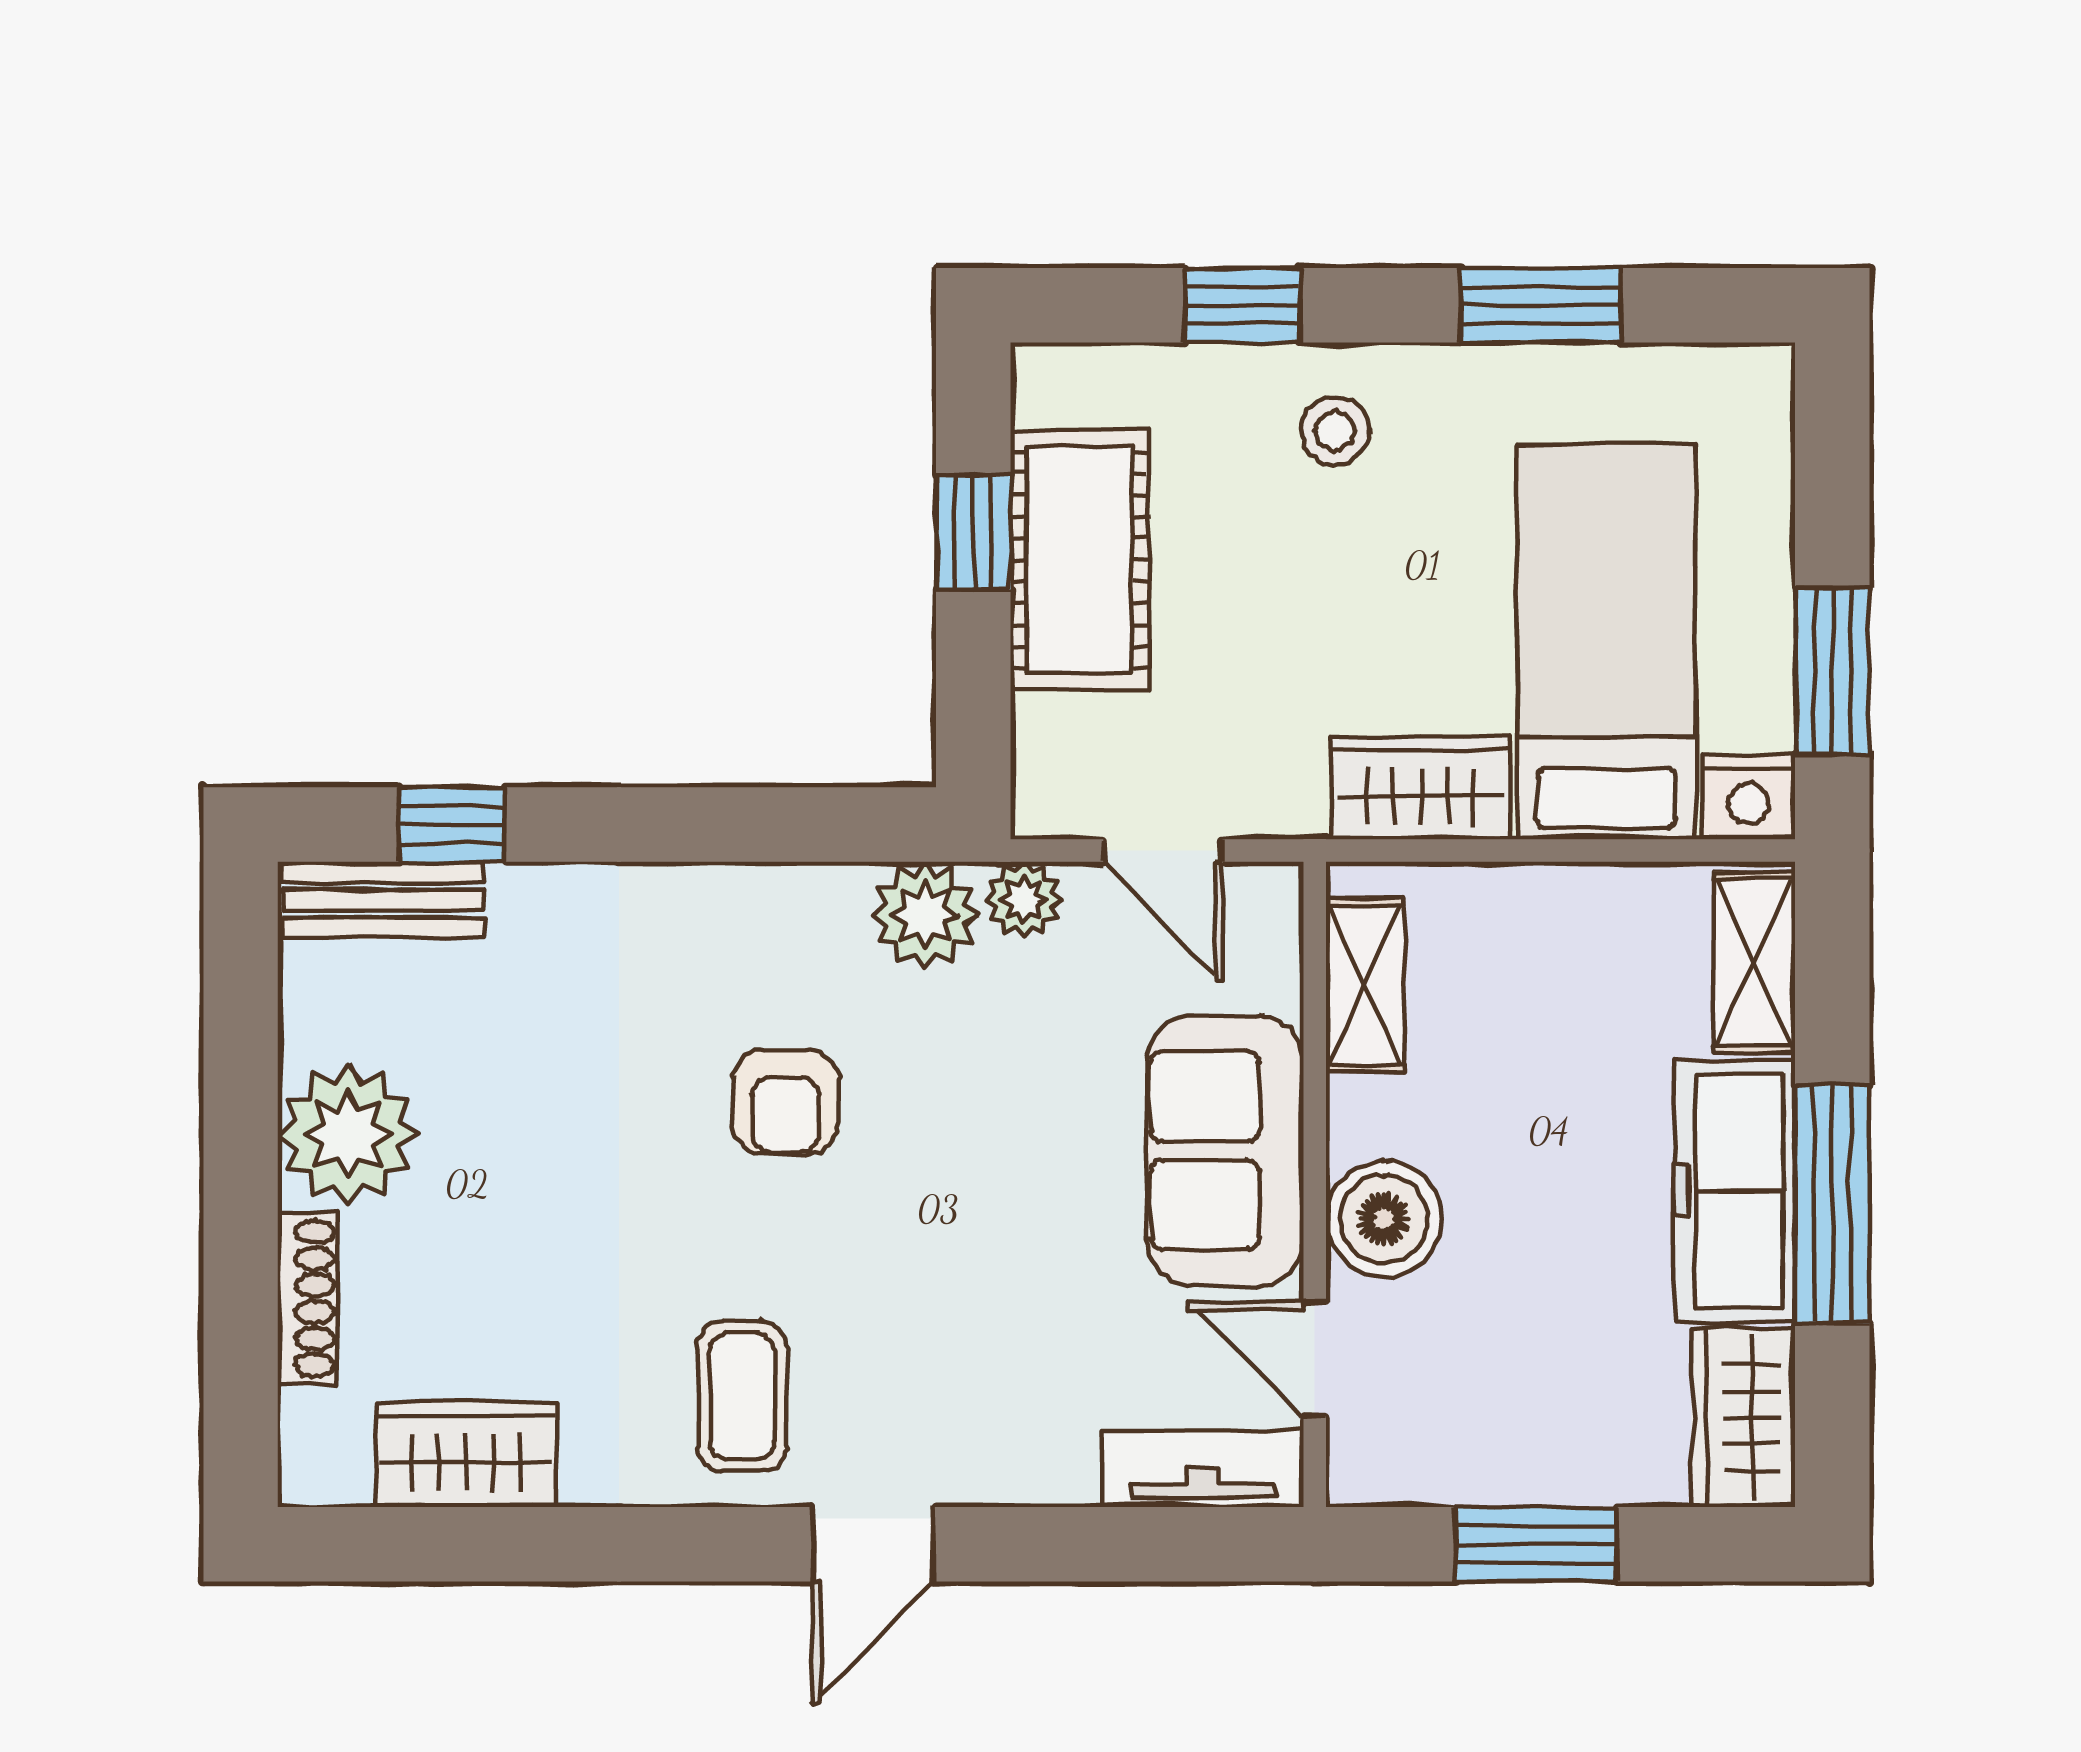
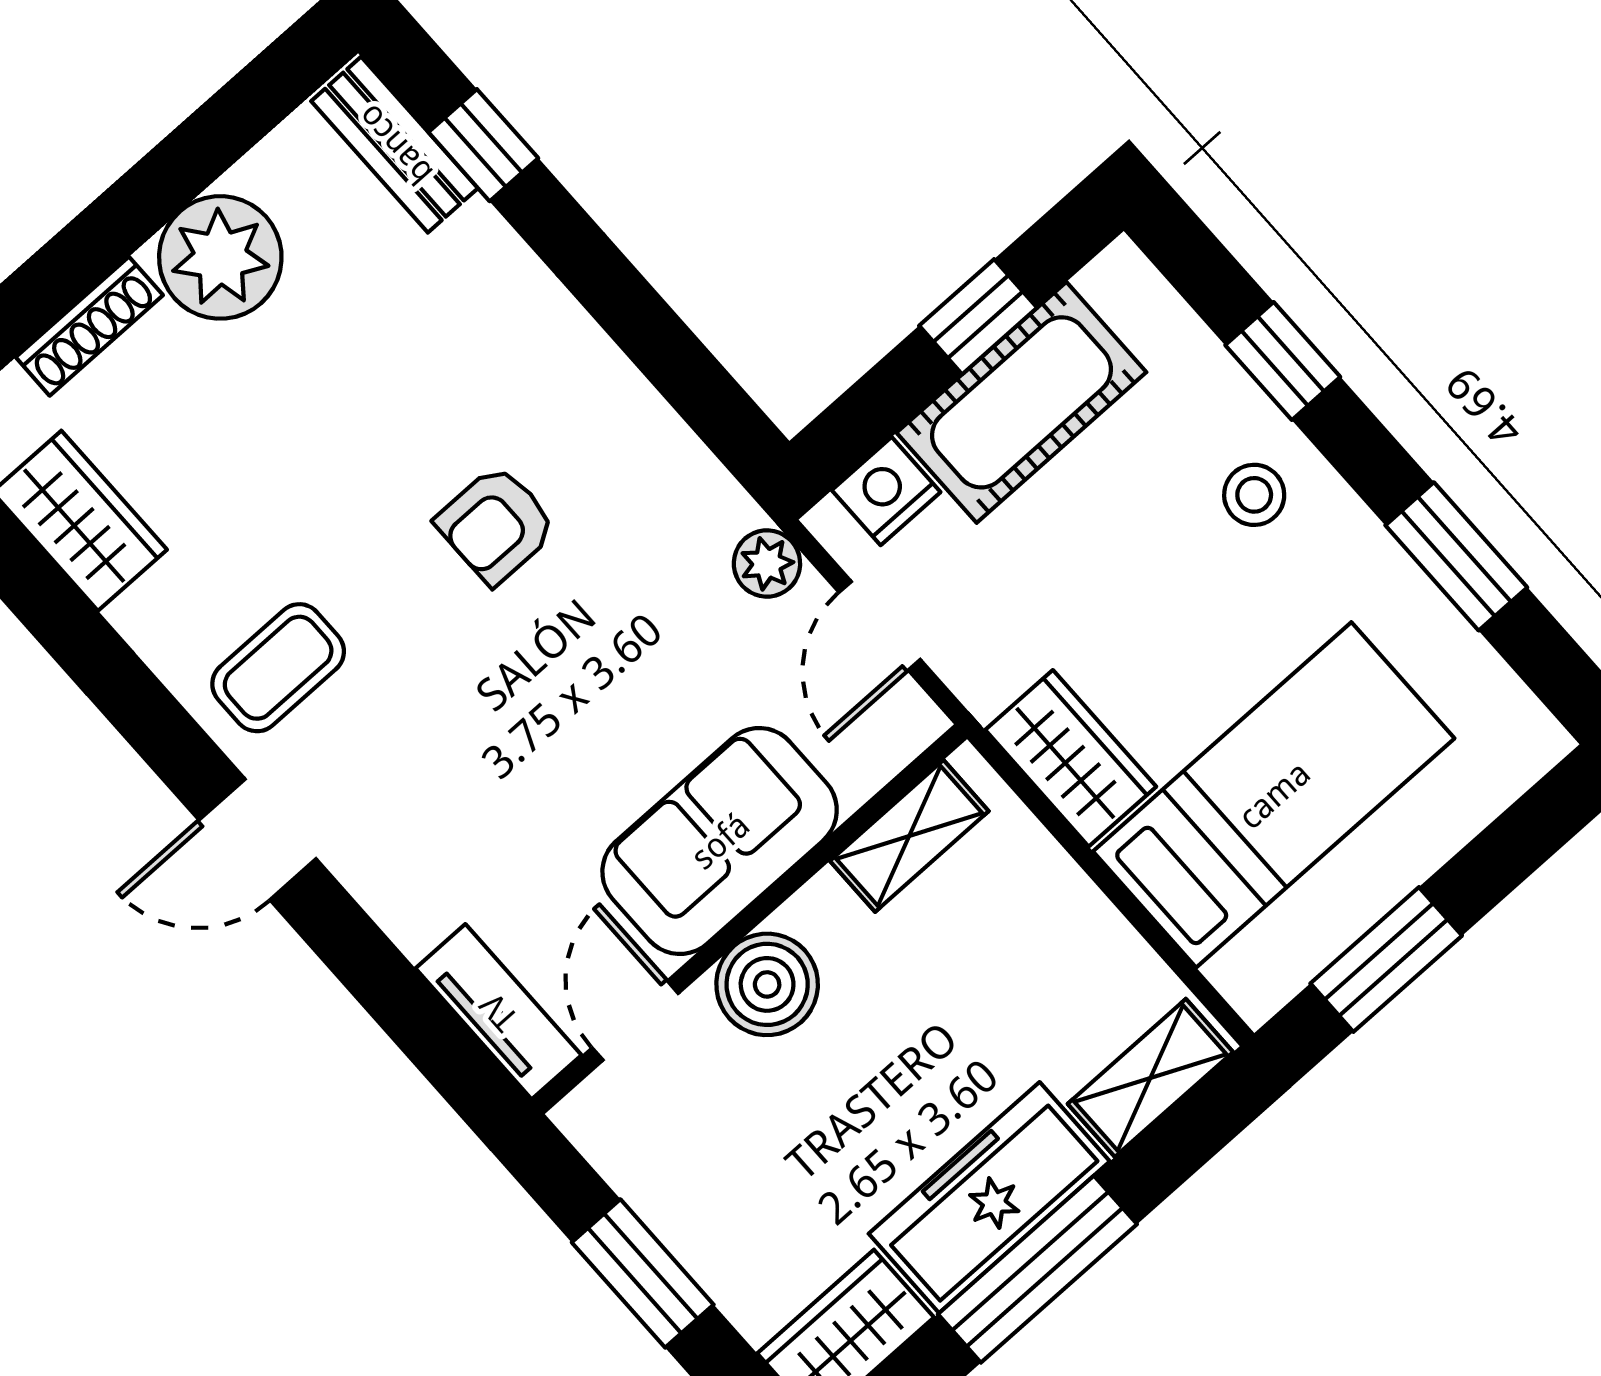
nightstand: (1748, 797) -> (886, 491), moved, turned 90
plant: (925, 915) -> (700, 508), removed

